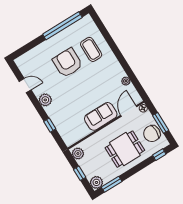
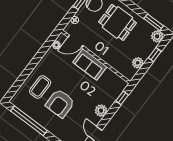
door: (129, 111) -> (75, 41), moved
sofa: (101, 116) -> (90, 64), moved
wall: (106, 125) -> (96, 57), moved

